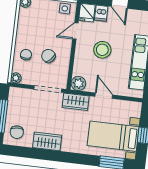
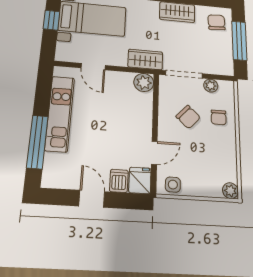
stool: (102, 50) -> (114, 128), removed
plant: (16, 78) -> (211, 86), moved
door: (104, 96) -> (93, 67), moved

